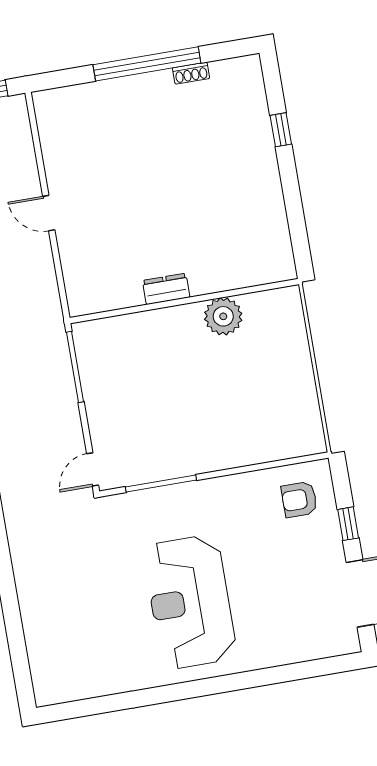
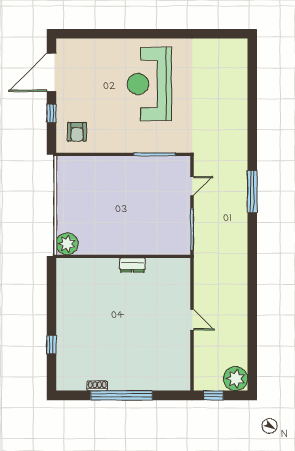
plant: (223, 316) -> (67, 244), moved
door: (93, 469) -> (192, 186), moved
armchair: (299, 499) -> (77, 132), turned 90
reception desk: (190, 602) -> (149, 84), turned 180

